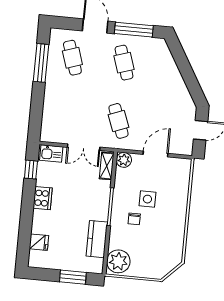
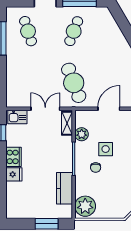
cafe table: (124, 63) -> (74, 31), turned 39
cafe table: (118, 121) -> (74, 83), width x1.37, depth x1.35
double door: (84, 147) -> (45, 109), swing flipped
plant: (124, 160) -> (82, 134), moved
fridge: (39, 242) -> (14, 174), moved

